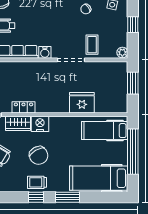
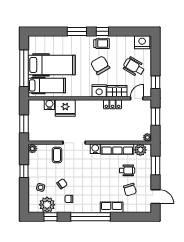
water cooler: (101, 107) -> (49, 105), added
hospital bed: (99, 178) -> (52, 65), moved

